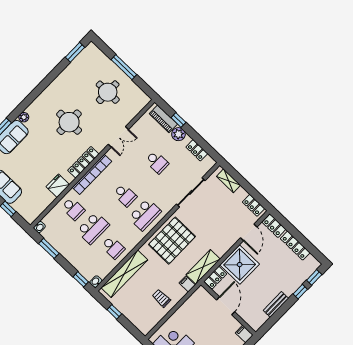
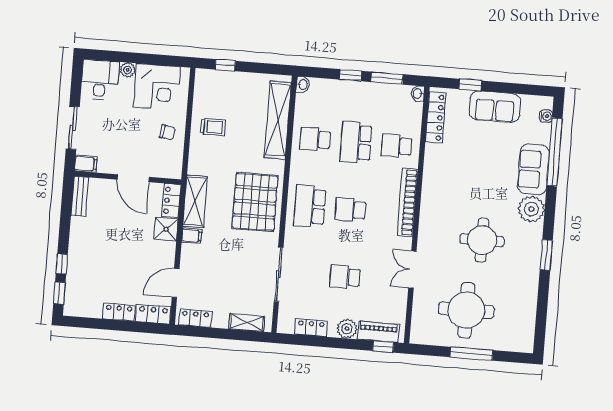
window: (75, 52) -> (546, 255), moved
round table: (108, 92) -> (466, 310), width x1.36, depth x1.36
plant: (24, 117) -> (531, 209), width x1.87, depth x1.87
window: (178, 120) -> (383, 347), moved
locker: (83, 162) -> (436, 117), moved
fridge: (58, 186) -> (435, 158), removed
door: (249, 232) -> (176, 283), hinge flipped
locker: (295, 246) -> (119, 312), width x0.66
shower: (240, 265) -> (166, 229), width x0.54, depth x0.54
window: (81, 279) -> (351, 75), moved
filing cabinet: (187, 284) -> (192, 236), moved
bench: (276, 304) -> (80, 196), moved
window: (114, 312) -> (225, 65), moved
chair: (188, 315) -> (167, 132), added

